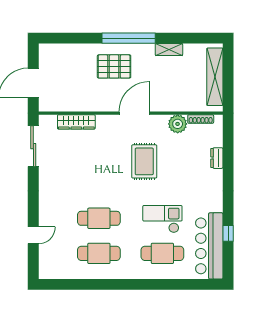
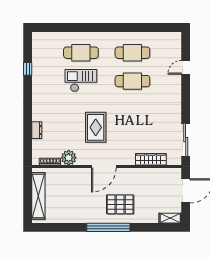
shelving: (169, 50) -> (170, 218), moved
checkout: (162, 219) -> (81, 81), turned 180
bar counter: (209, 246) -> (43, 59), removed

